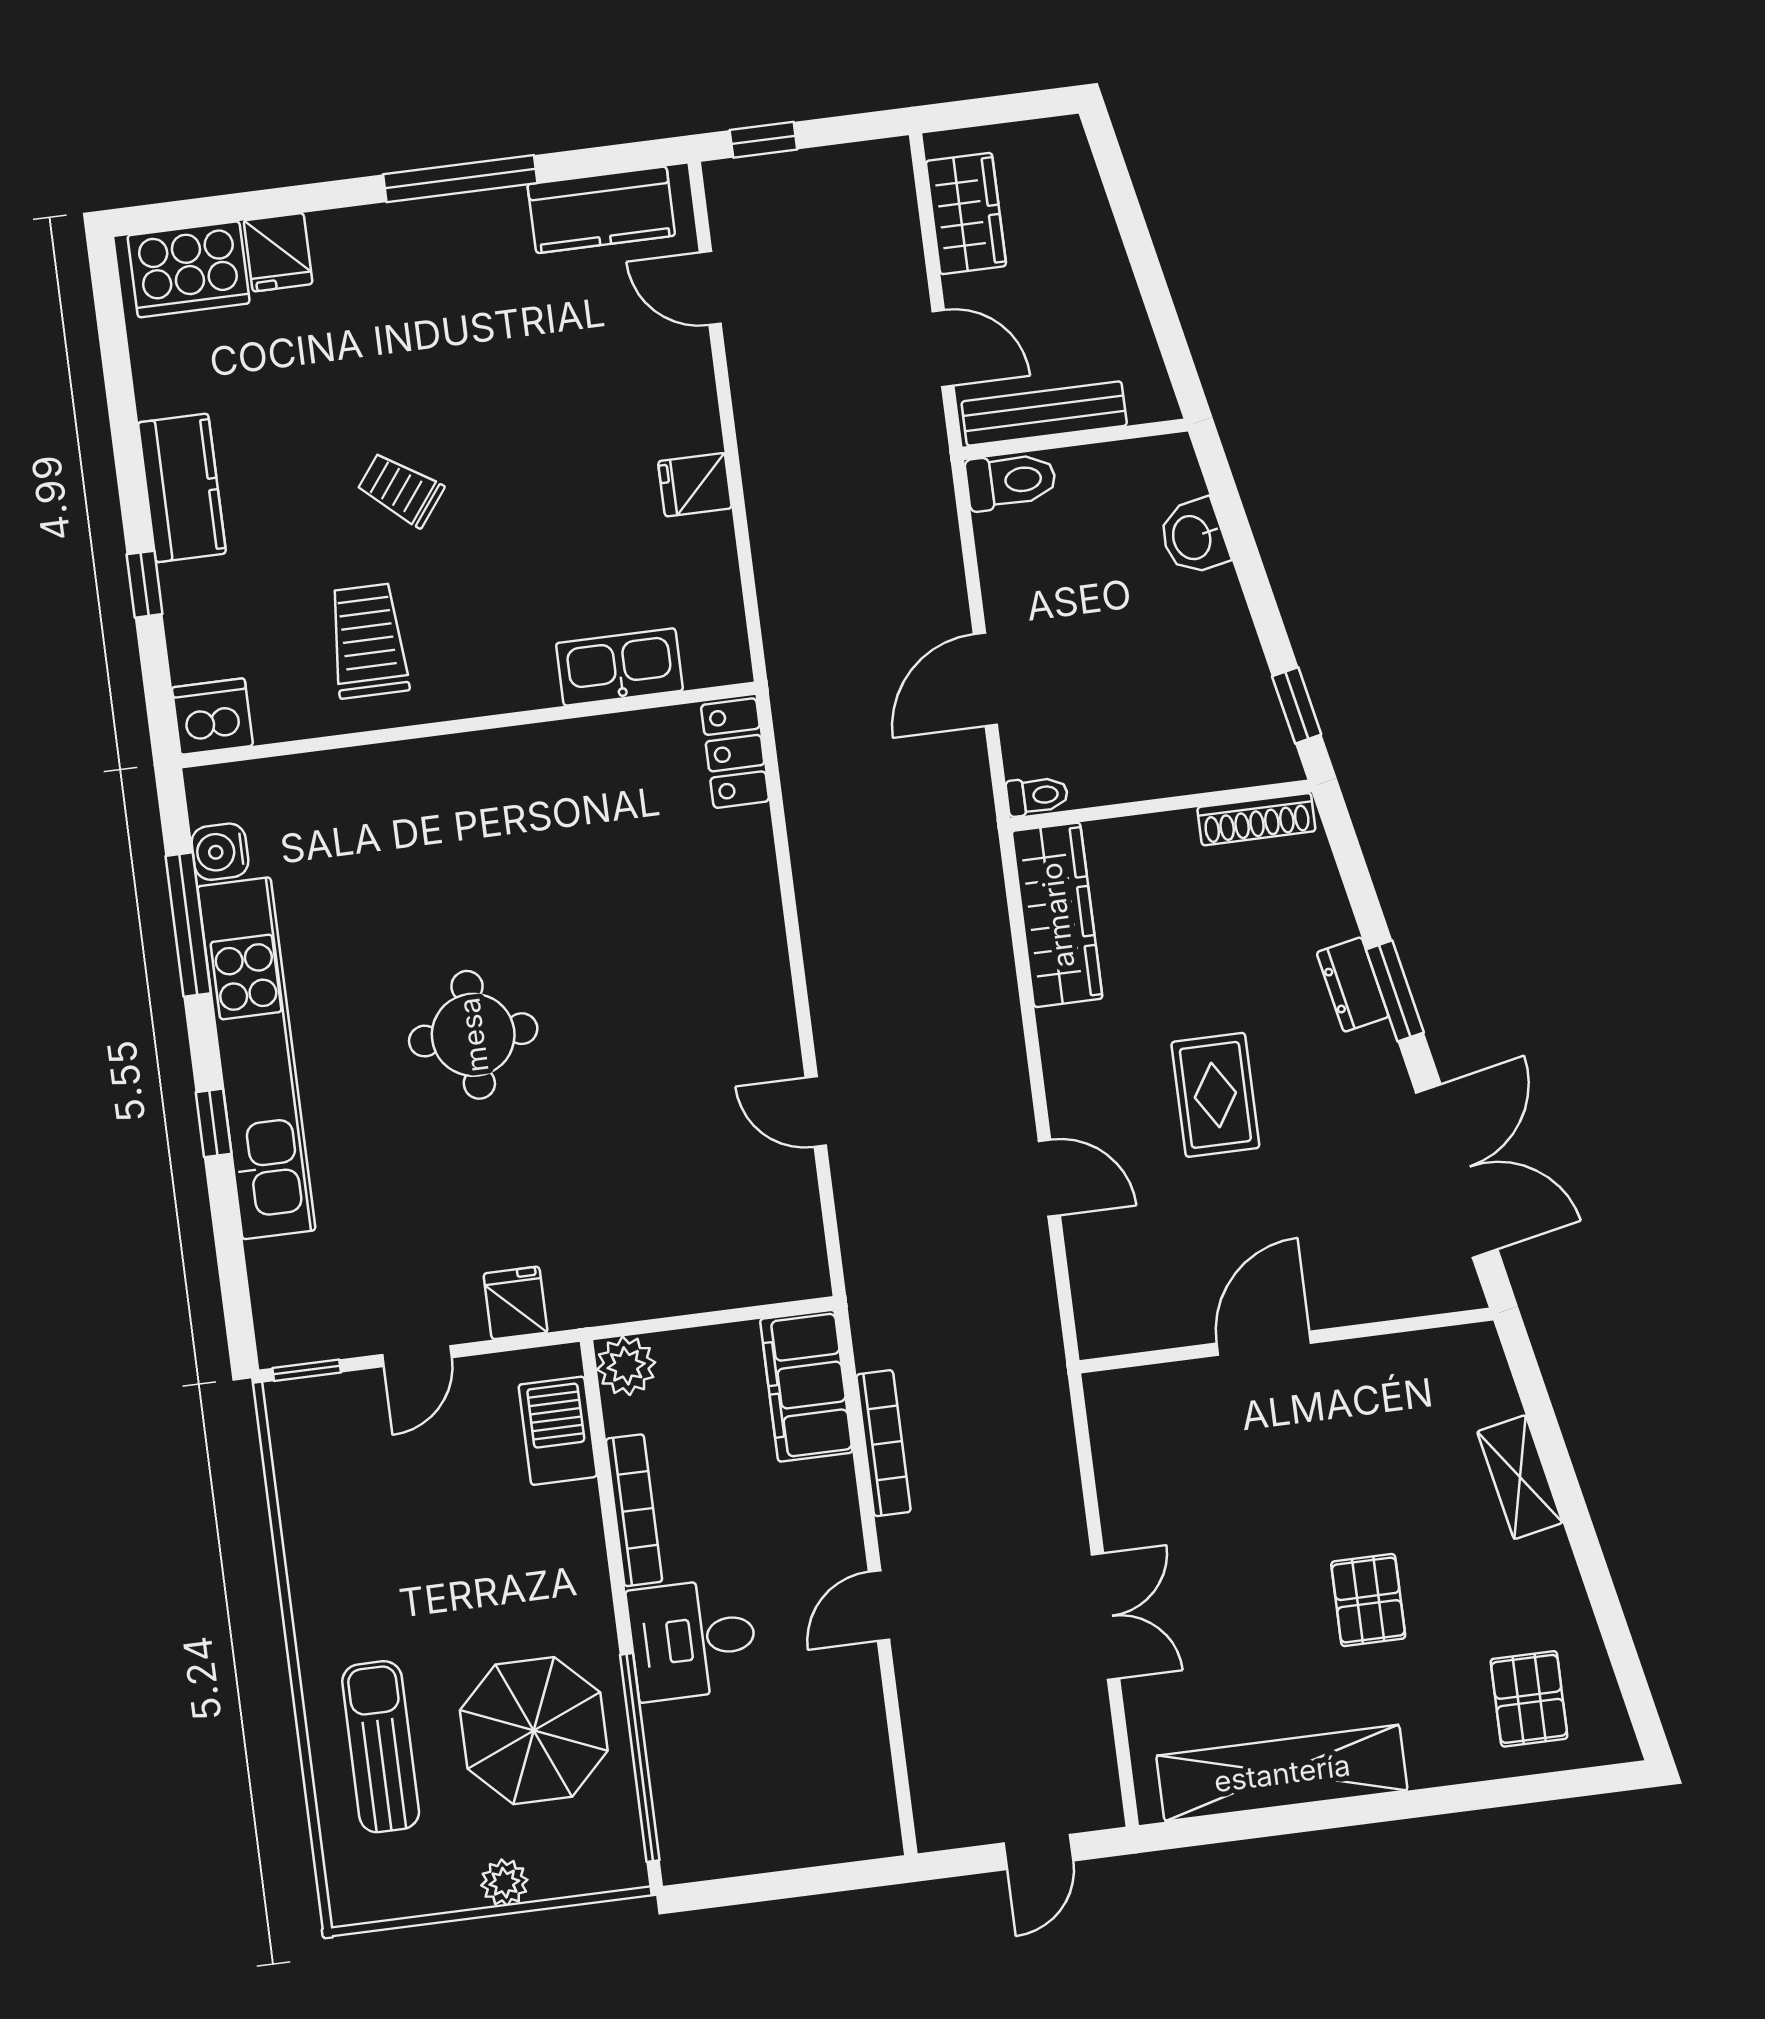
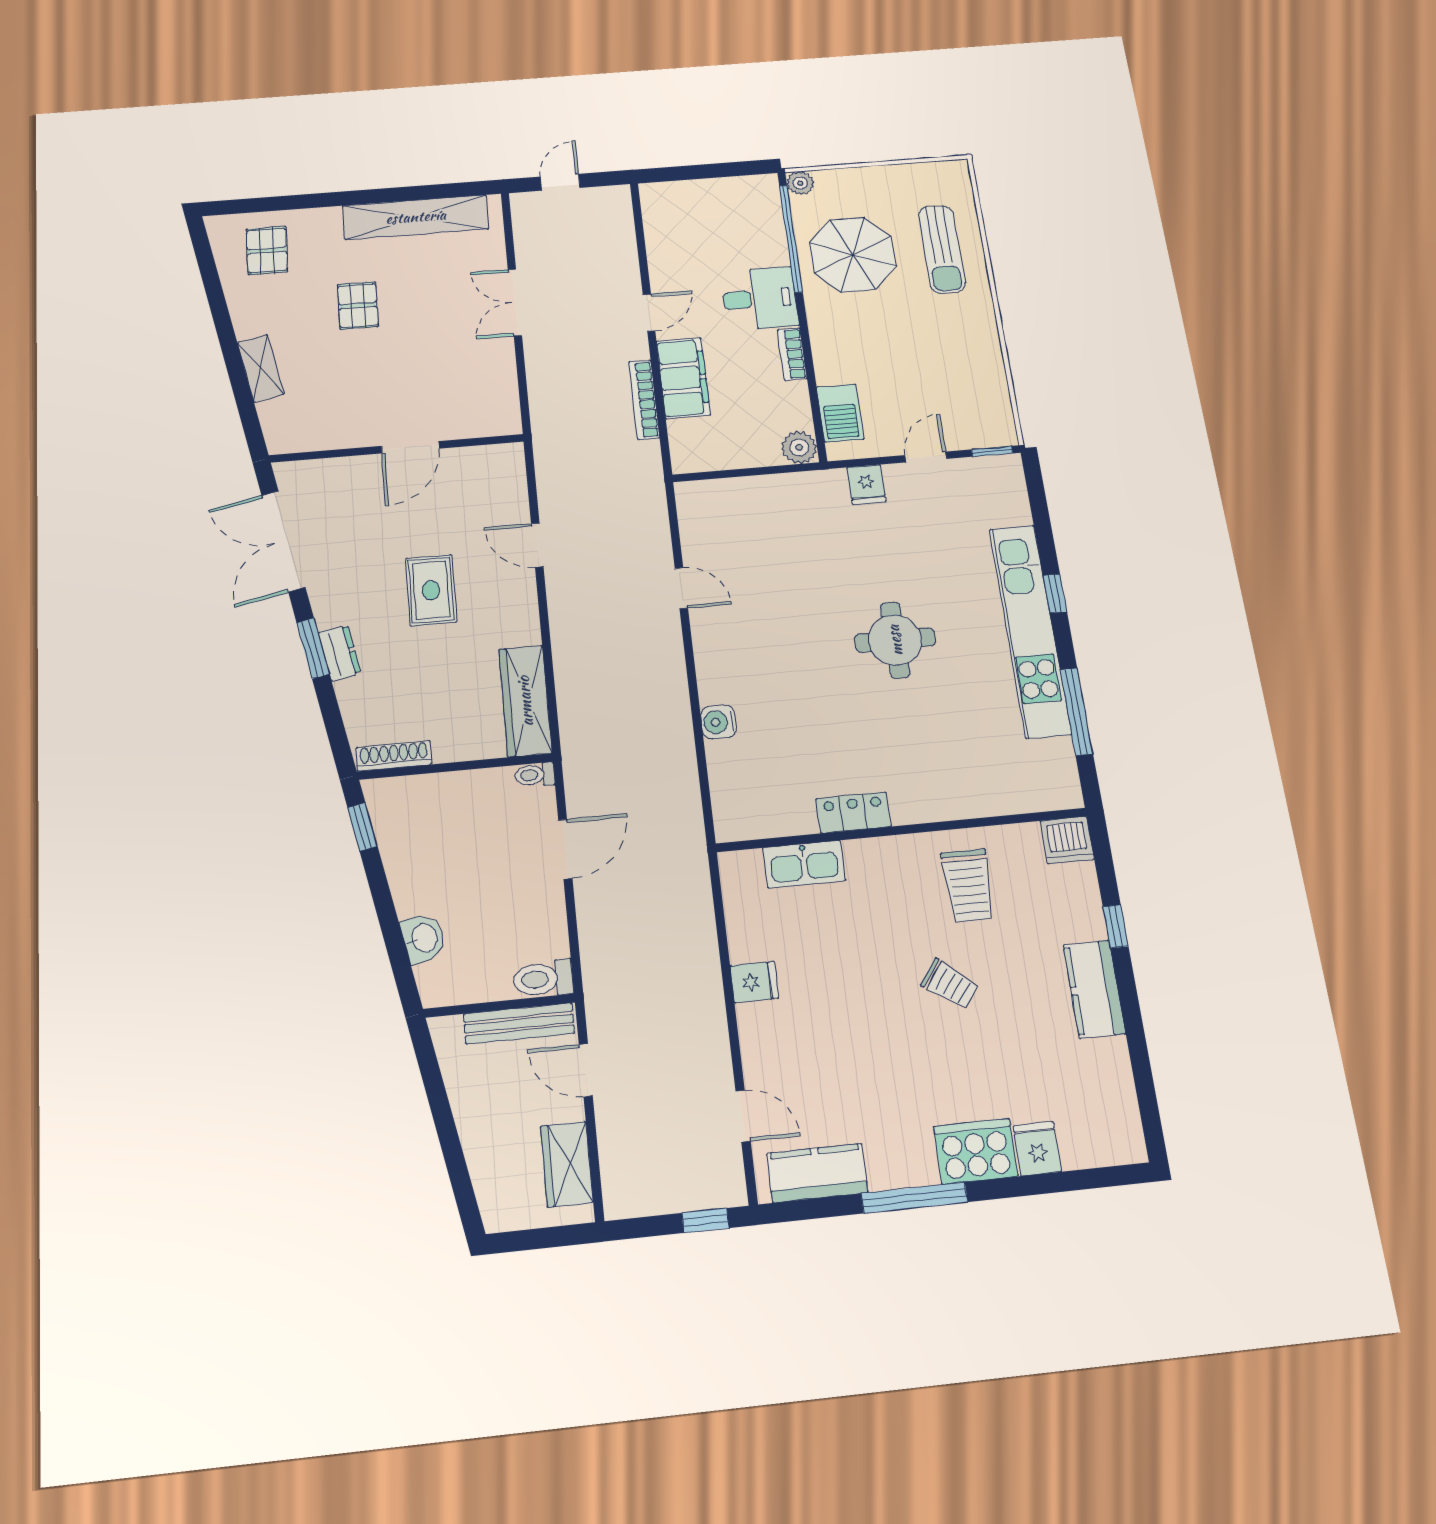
cooker: (189, 269) -> (976, 1151), moved
locker: (735, 753) -> (853, 813), moved, turned -90
water cooler: (220, 852) -> (718, 722), moved, turned 180
filing cabinet: (806, 1386) -> (683, 378), moved
bookcase: (634, 1510) -> (792, 354), width x0.64
plant: (504, 1883) -> (800, 183), moved

